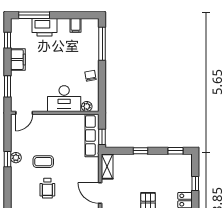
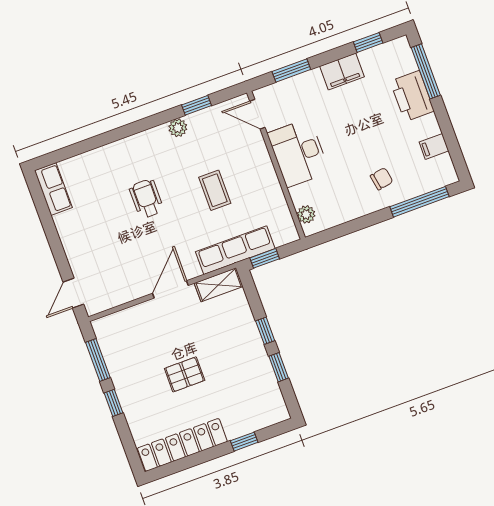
chair: (91, 76) -> (382, 179), moved
desk: (64, 99) -> (298, 153), moved
row of seats: (92, 135) -> (235, 250), moved
window: (175, 151) -> (279, 367), moved
window: (8, 159) -> (196, 105), moved
coffee table: (43, 162) -> (215, 190), moved
wheelchair: (47, 188) -> (146, 199), turned 90

